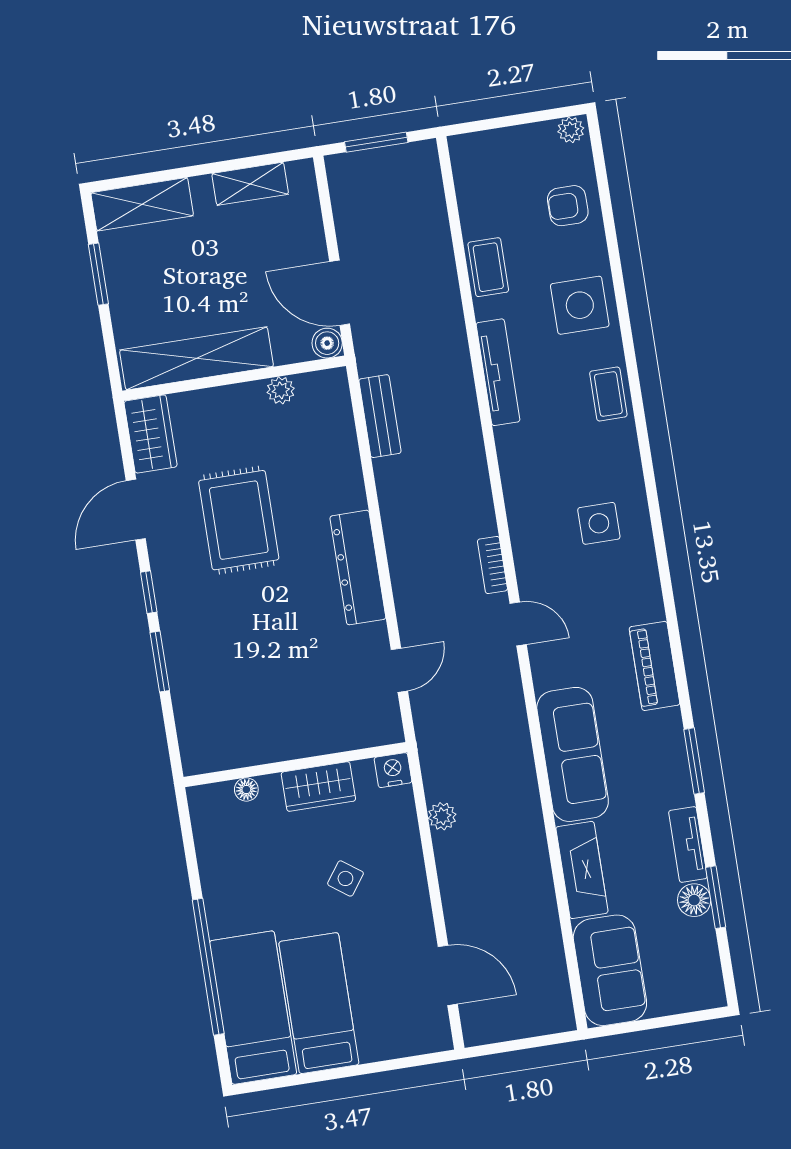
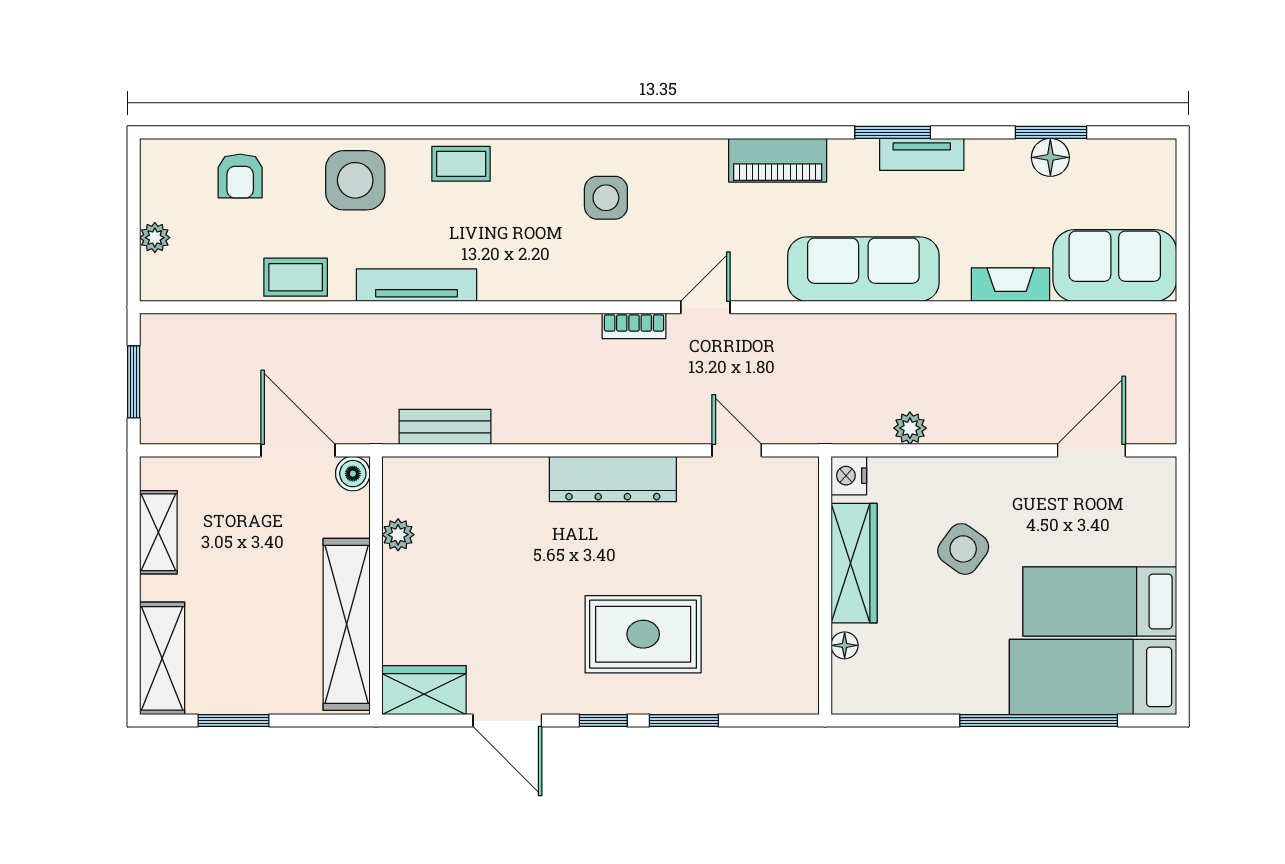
plant: (571, 130) -> (155, 238), moved
door: (340, 293) -> (298, 450), swing flipped
rug: (239, 520) -> (643, 634), moved
wardrobe: (318, 787) -> (854, 563), width x1.50
tv unit: (688, 844) -> (922, 154), moved
fireplace: (582, 870) -> (1010, 285), width x0.73, depth x0.76
side table: (345, 878) -> (963, 549), width x1.37, depth x1.37

